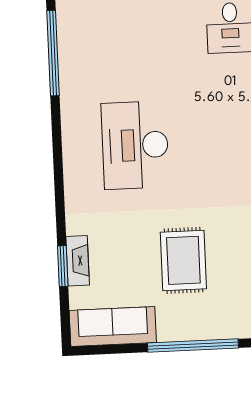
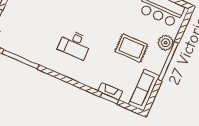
desk: (135, 145) -> (75, 44), width x0.73, depth x0.77
plant: (227, 322) -> (166, 43), added

